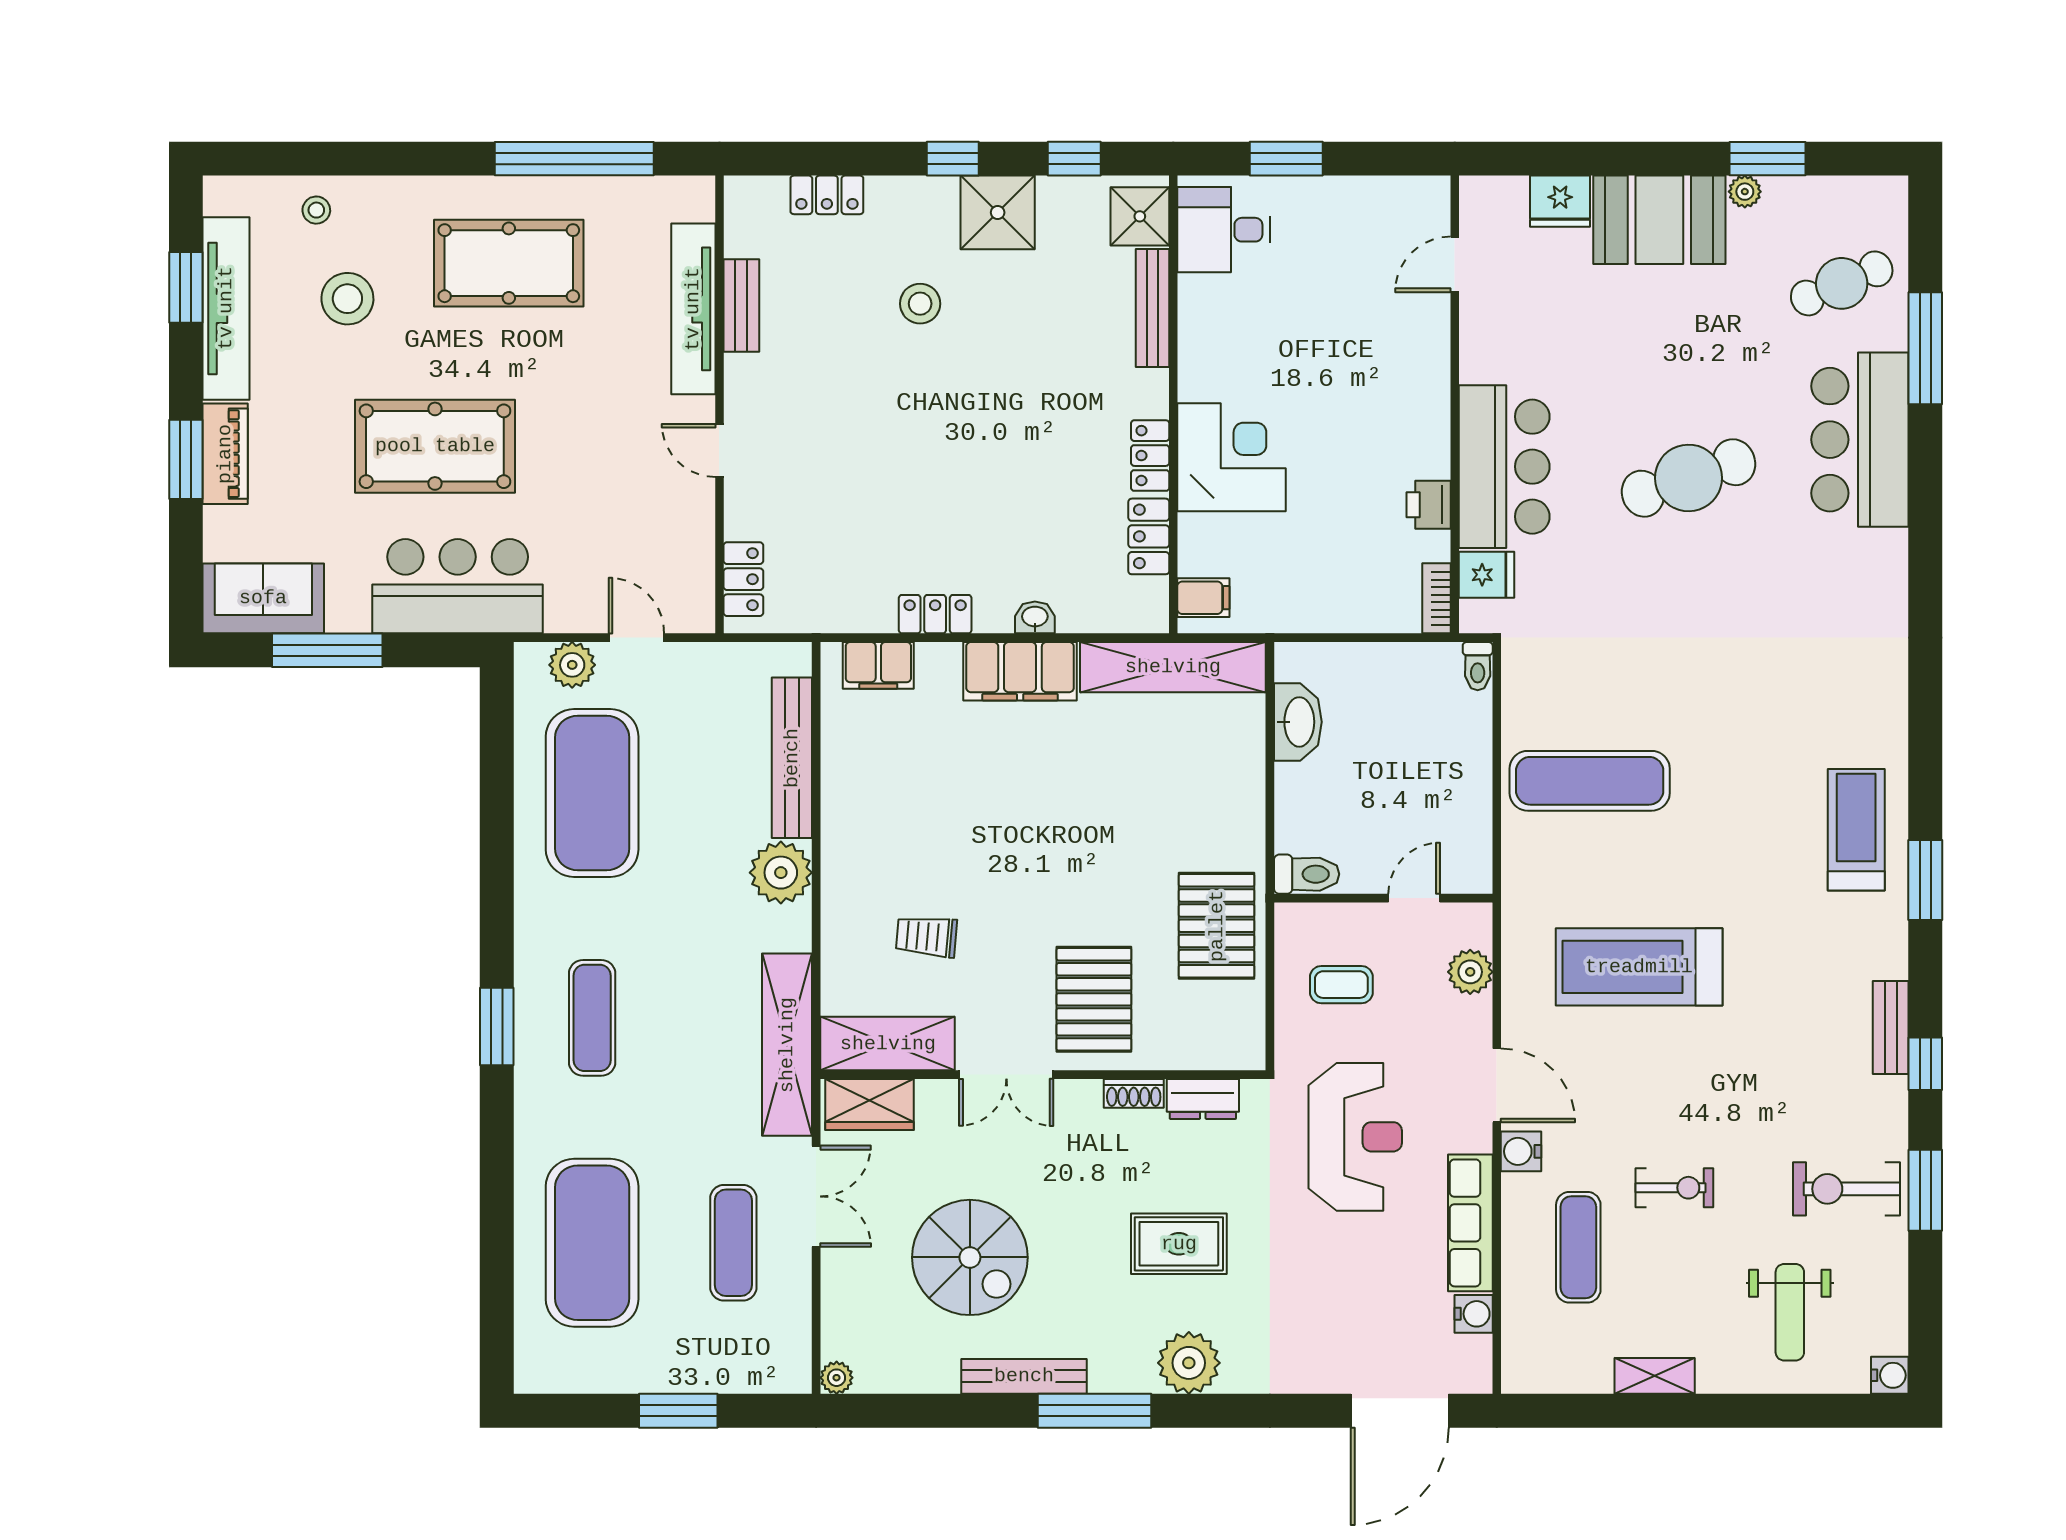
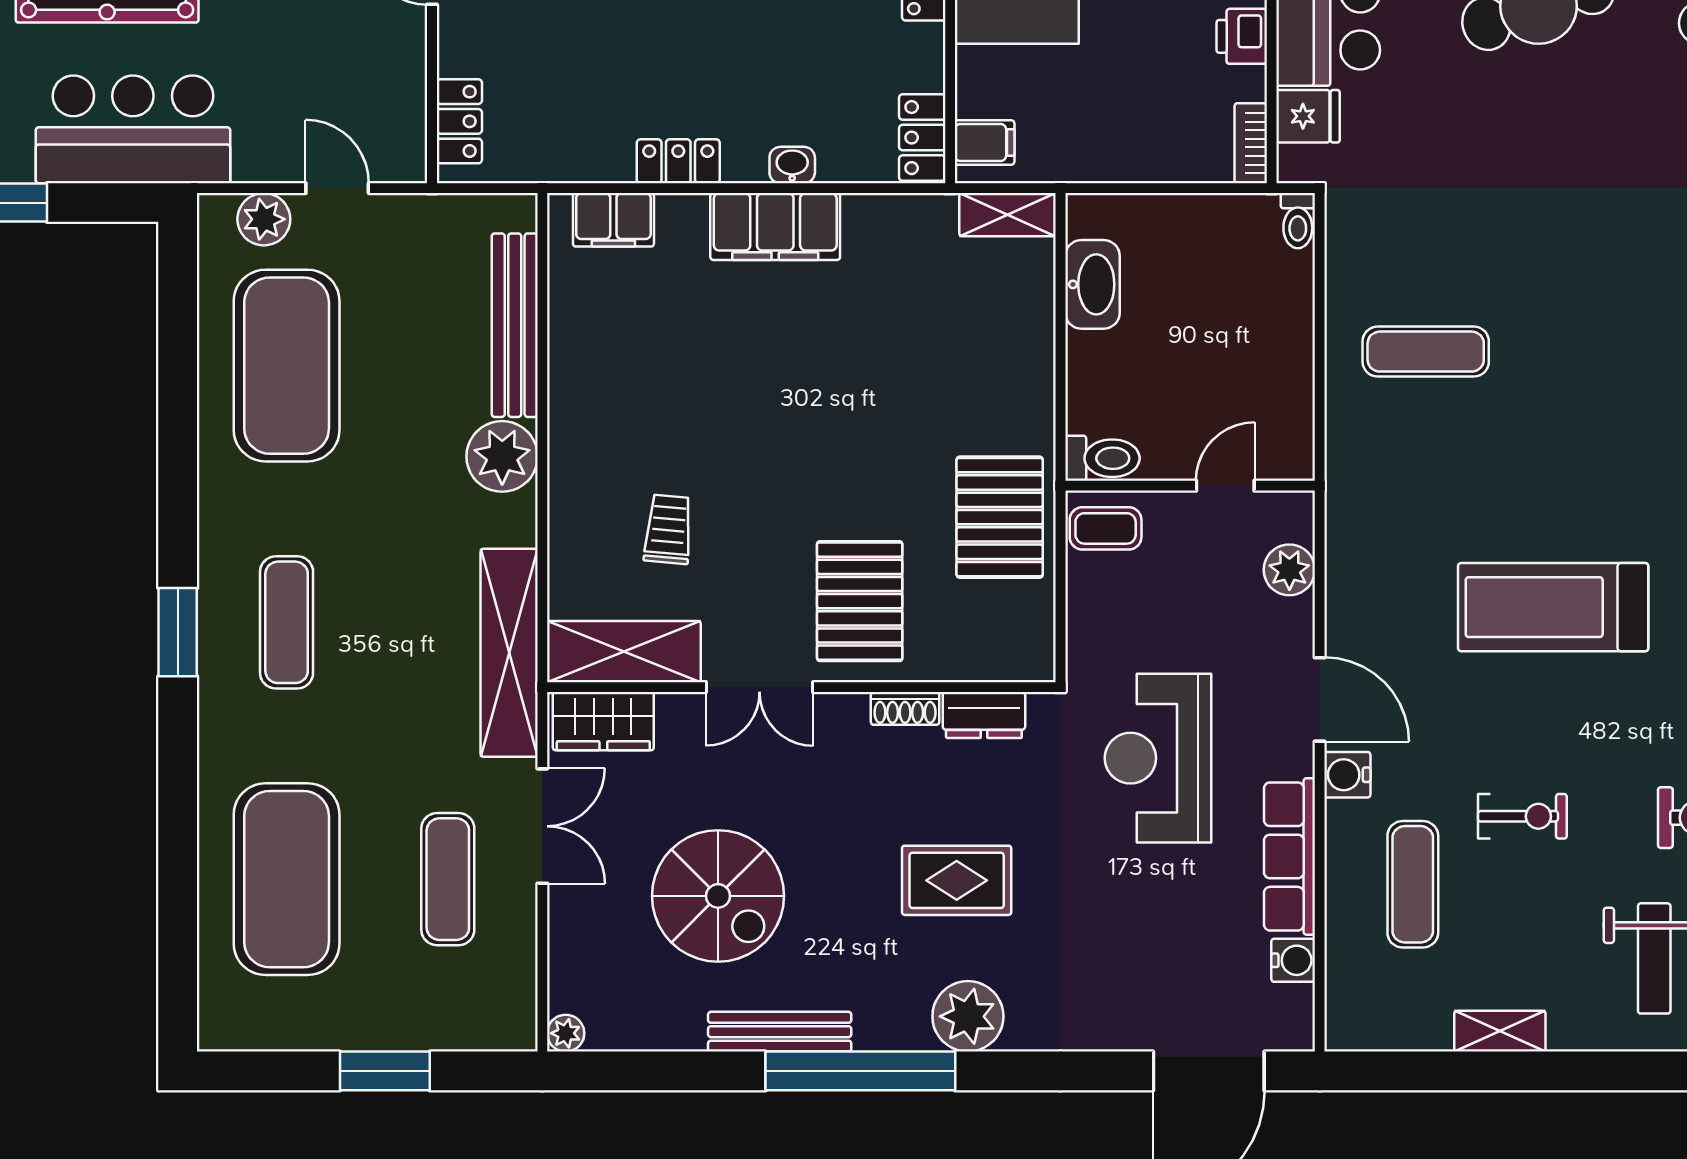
locker: (1149, 536) -> (922, 138), moved
shelving: (1173, 667) -> (1008, 215), width x0.45, depth x0.75
exercise mat: (1590, 781) -> (1426, 352), width x0.73, depth x0.69
trolley: (926, 936) -> (668, 529), turned 90
treadmill: (1639, 967) -> (1553, 607), moved
coffee table: (1341, 985) -> (1106, 528), moved
reception desk: (1355, 1137) -> (1158, 758), turned 180
window: (1095, 1411) -> (860, 1071), width x1.46

